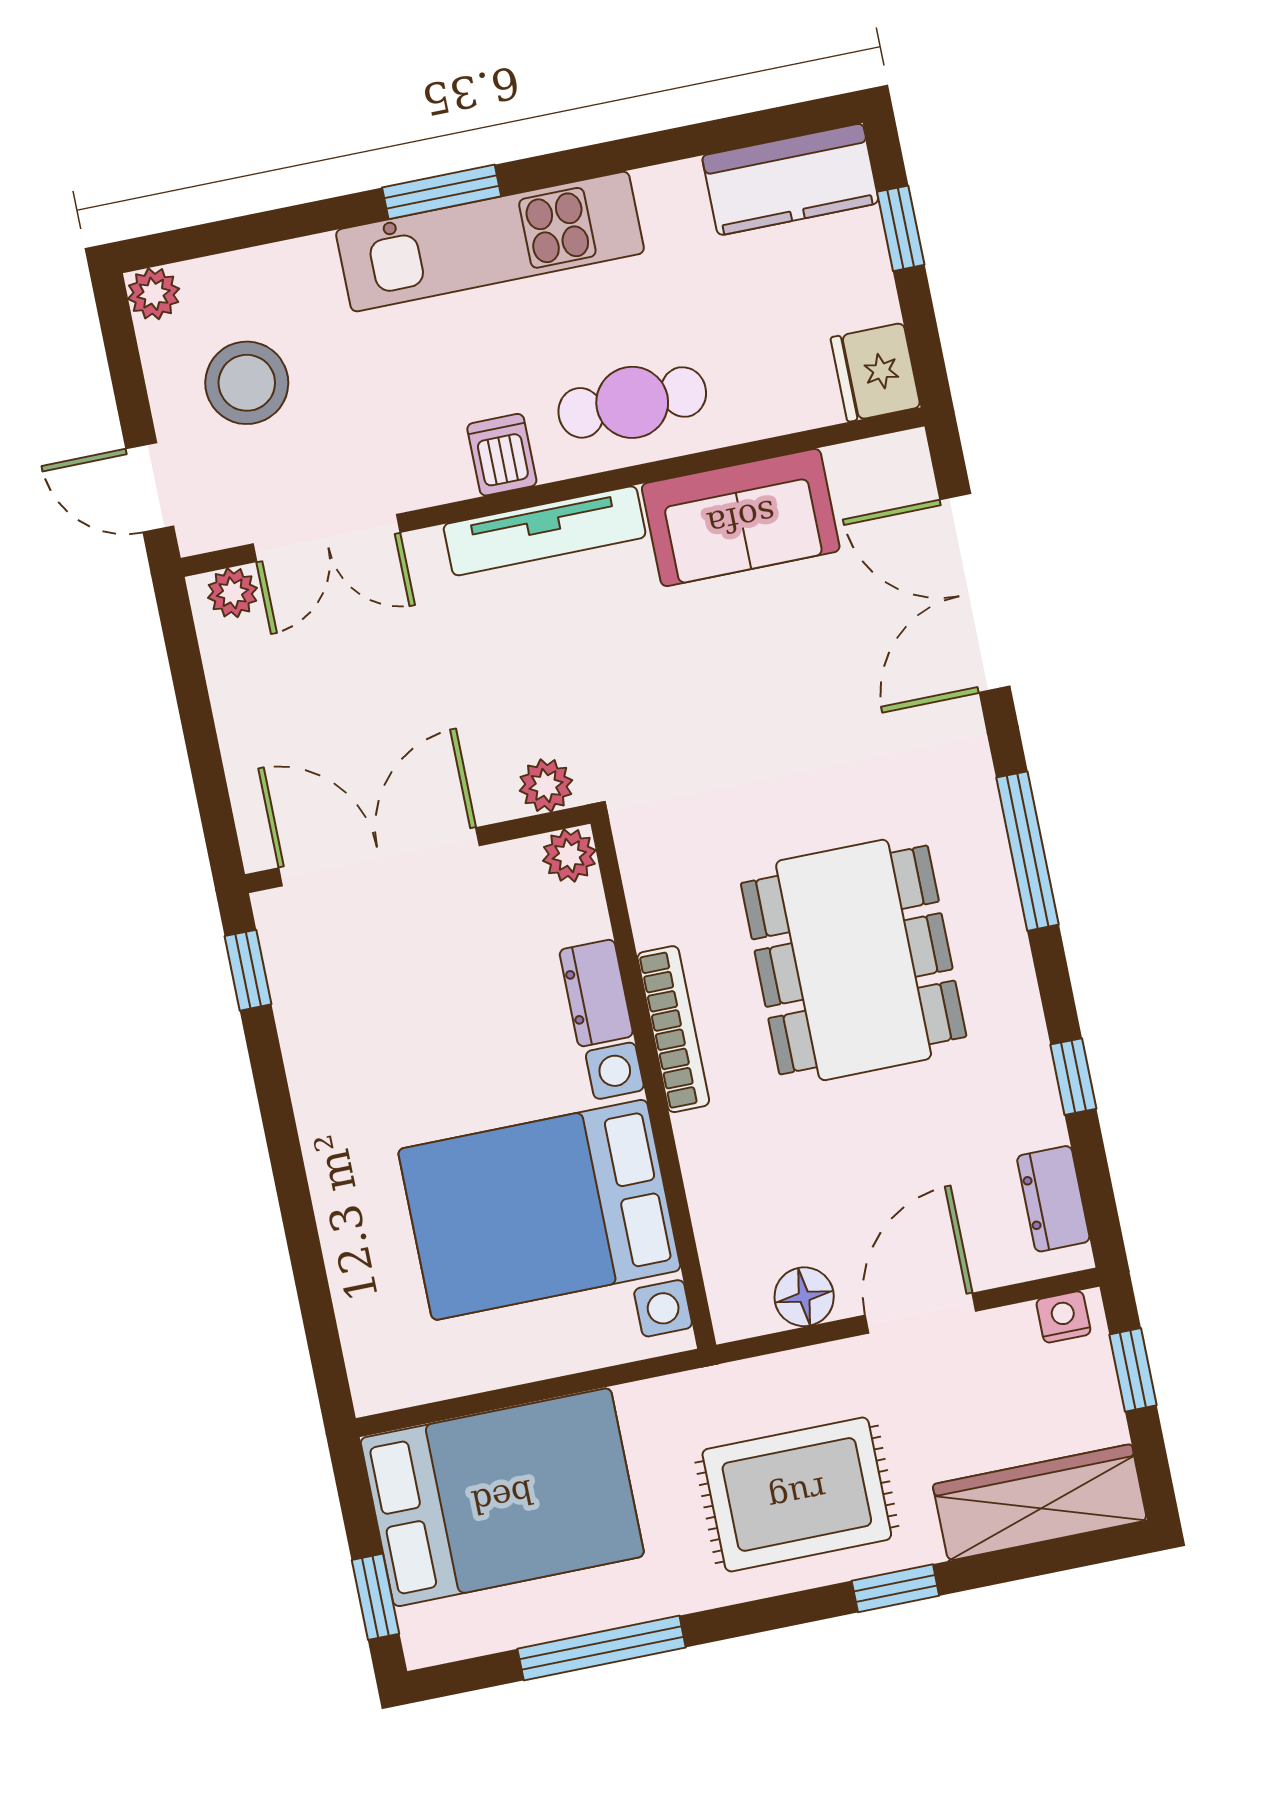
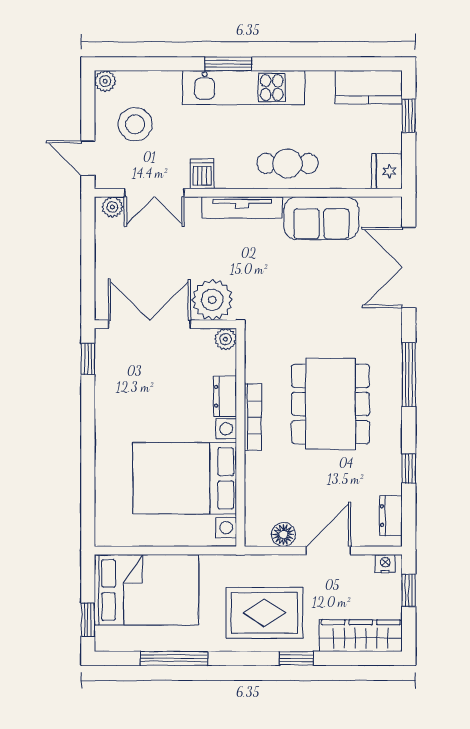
dishwasher: (502, 455) -> (202, 174), moved
plant: (546, 785) -> (212, 300), width x1.88, depth x1.88

